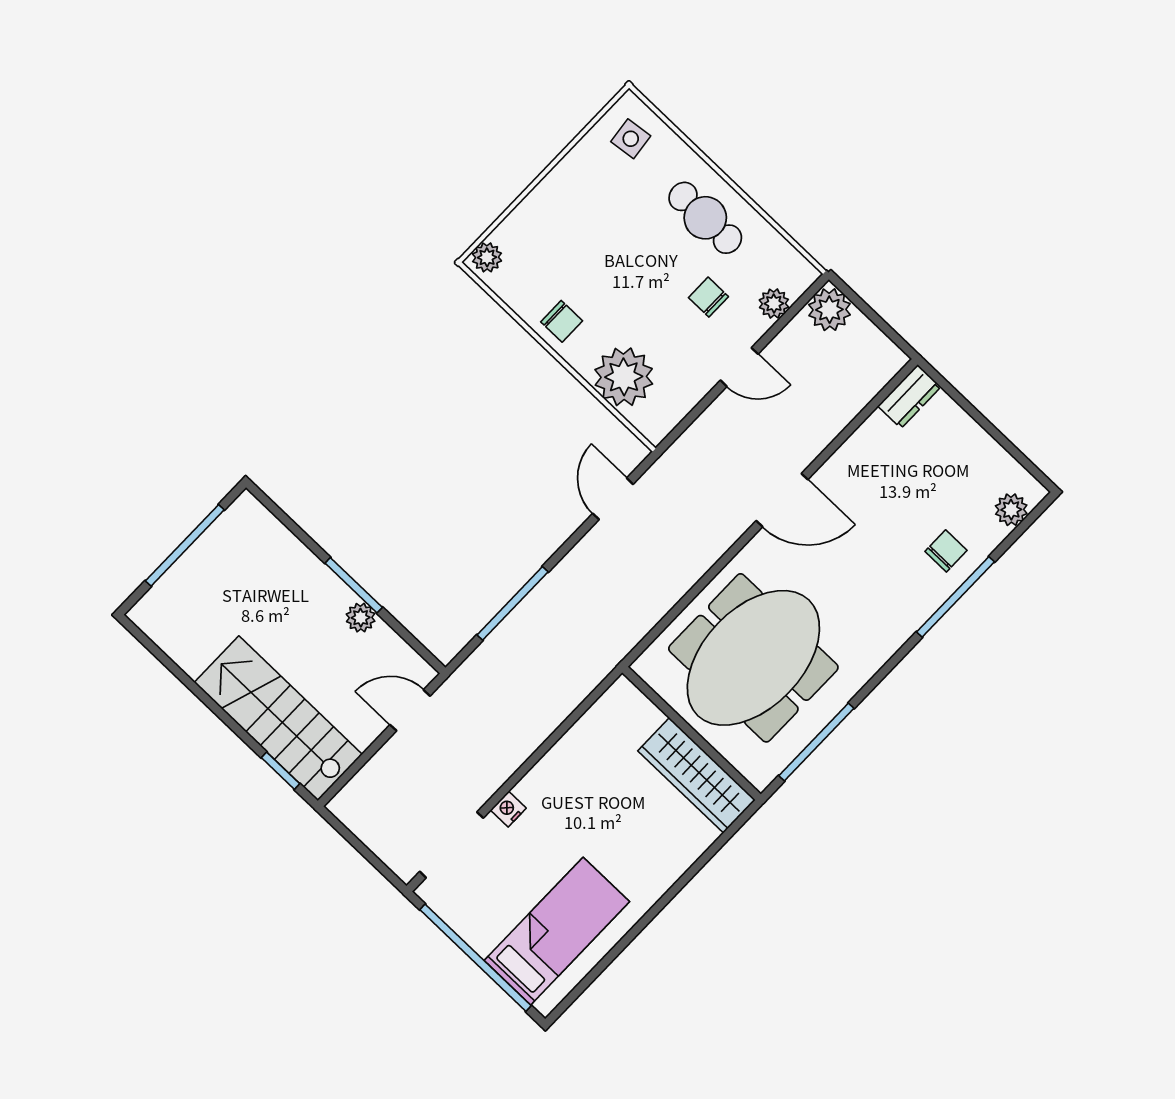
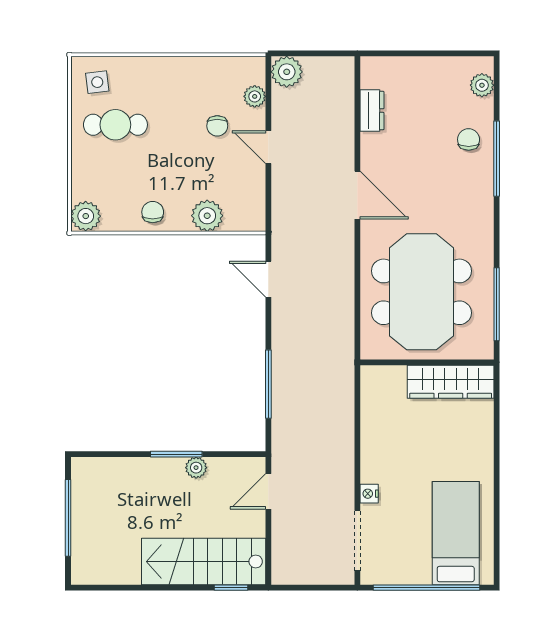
cafe table: (705, 218) -> (115, 125), moved
plant: (487, 257) -> (86, 216), width x1.38, depth x1.38
chair: (708, 297) -> (217, 126), turned -90
chair: (562, 321) -> (153, 212), turned -90
door: (739, 367) -> (268, 147), swing flipped
plant: (624, 377) -> (207, 216), width x0.73, depth x0.73
dresser: (909, 396) -> (372, 111), moved
door: (782, 500) -> (357, 195), hinge flipped

